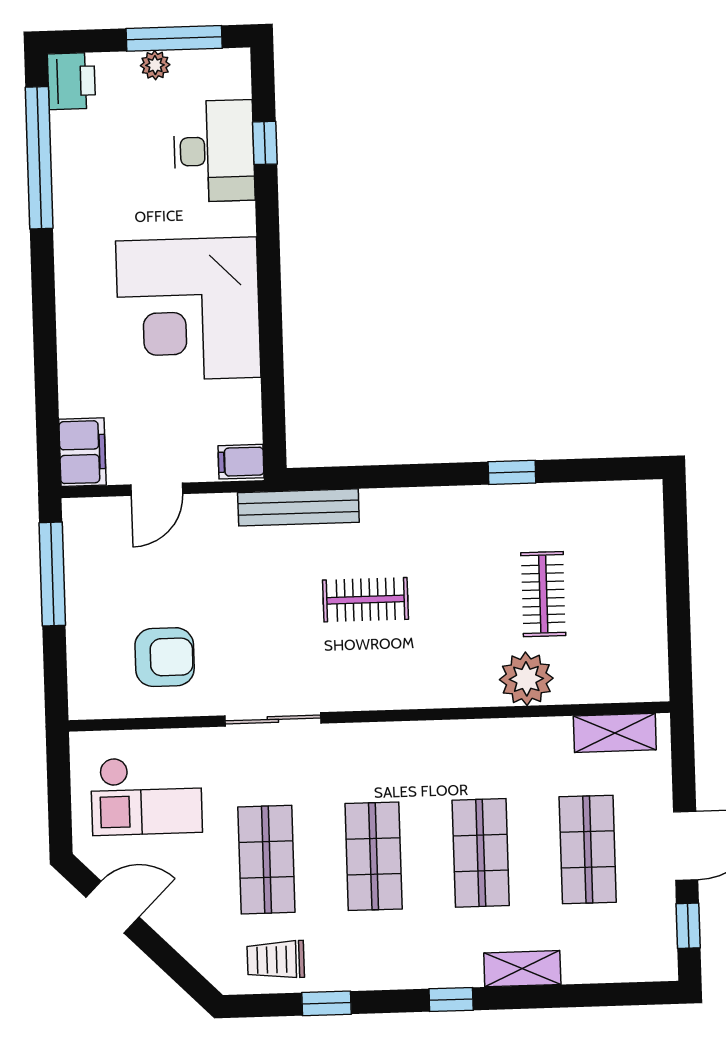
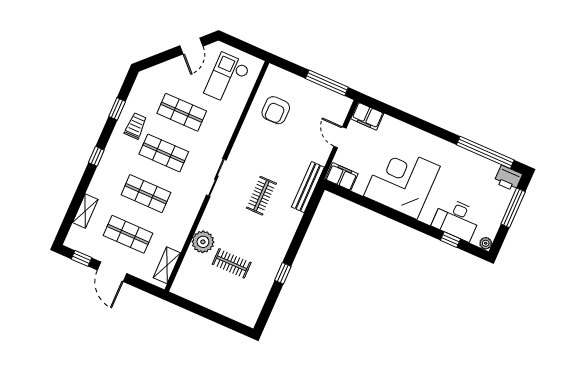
window: (174, 38) -> (513, 208), moved
plant: (155, 65) -> (486, 243), moved
filing cabinet: (241, 462) -> (342, 177), width x2.00
sliding door: (273, 719) -> (216, 178), moved
trolley: (276, 960) -> (136, 126), moved
shelving: (522, 969) -> (85, 211), moved

